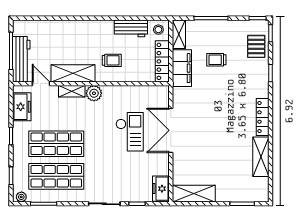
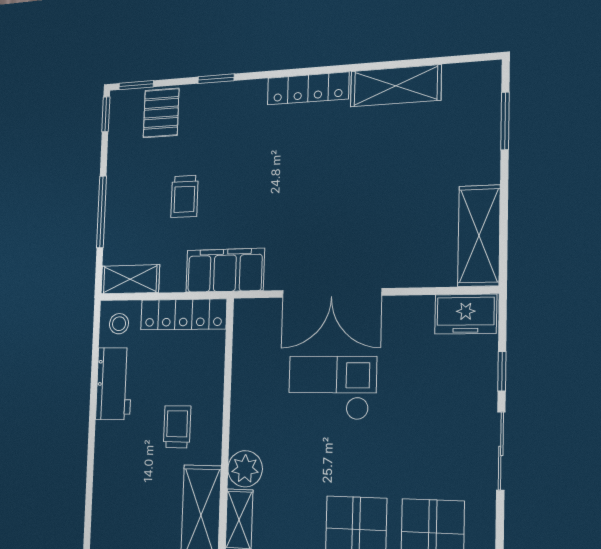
pallet: (256, 46) -> (161, 113), turned 90
filing cabinet: (182, 68) -> (225, 270), moved

